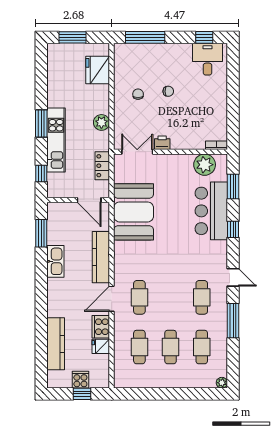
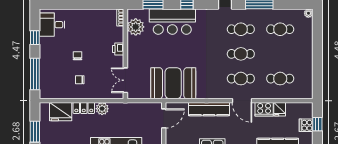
window: (204, 37) -> (35, 38), moved
printer: (162, 143) -> (118, 49), moved
locker: (102, 166) -> (84, 108), moved
cafe table: (171, 347) -> (241, 54), moved

